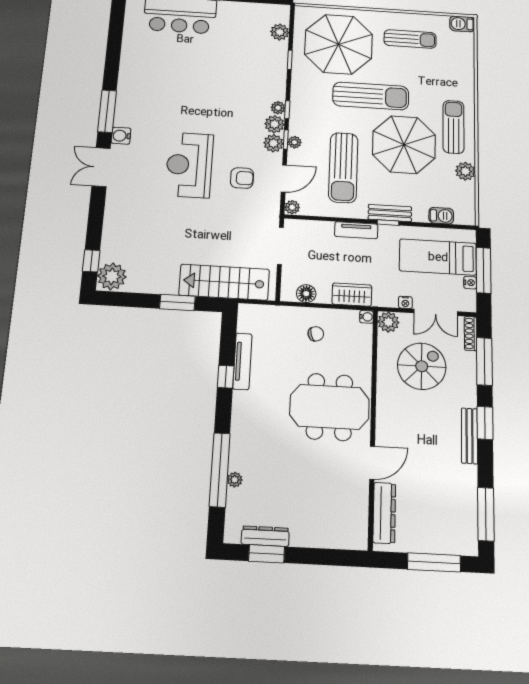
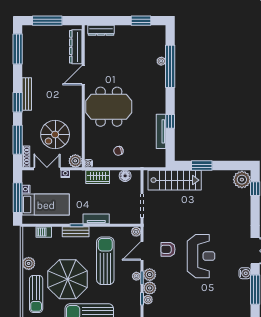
dresser: (265, 536) -> (101, 30), moved

